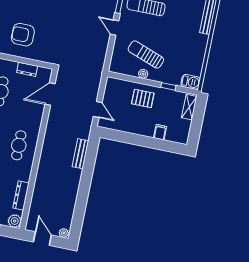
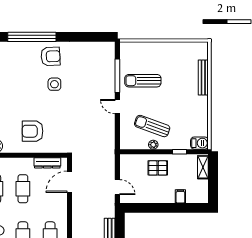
dresser: (27, 69) -> (47, 163), width x1.44

